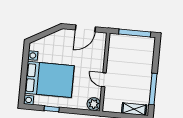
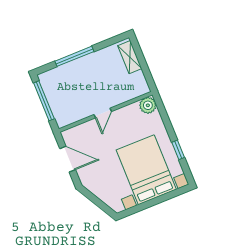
door: (104, 80) -> (103, 113), moved
window: (153, 89) -> (74, 56), moved

